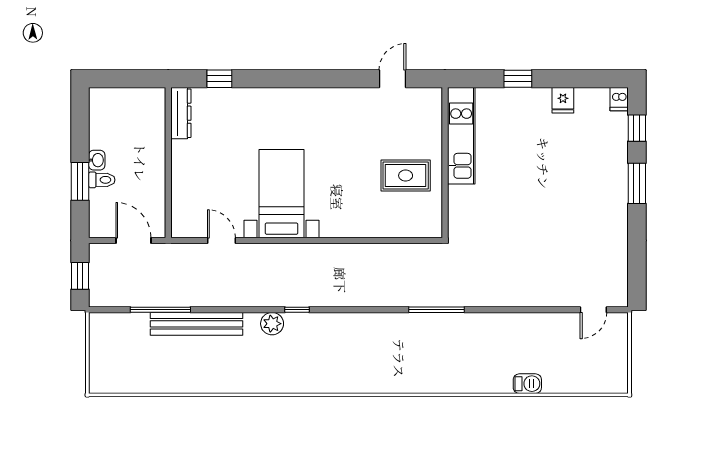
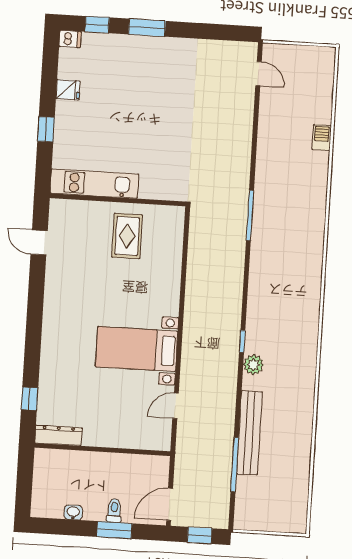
washbasin: (97, 160) -> (73, 512), moved
door: (133, 241) -> (170, 504), moved

